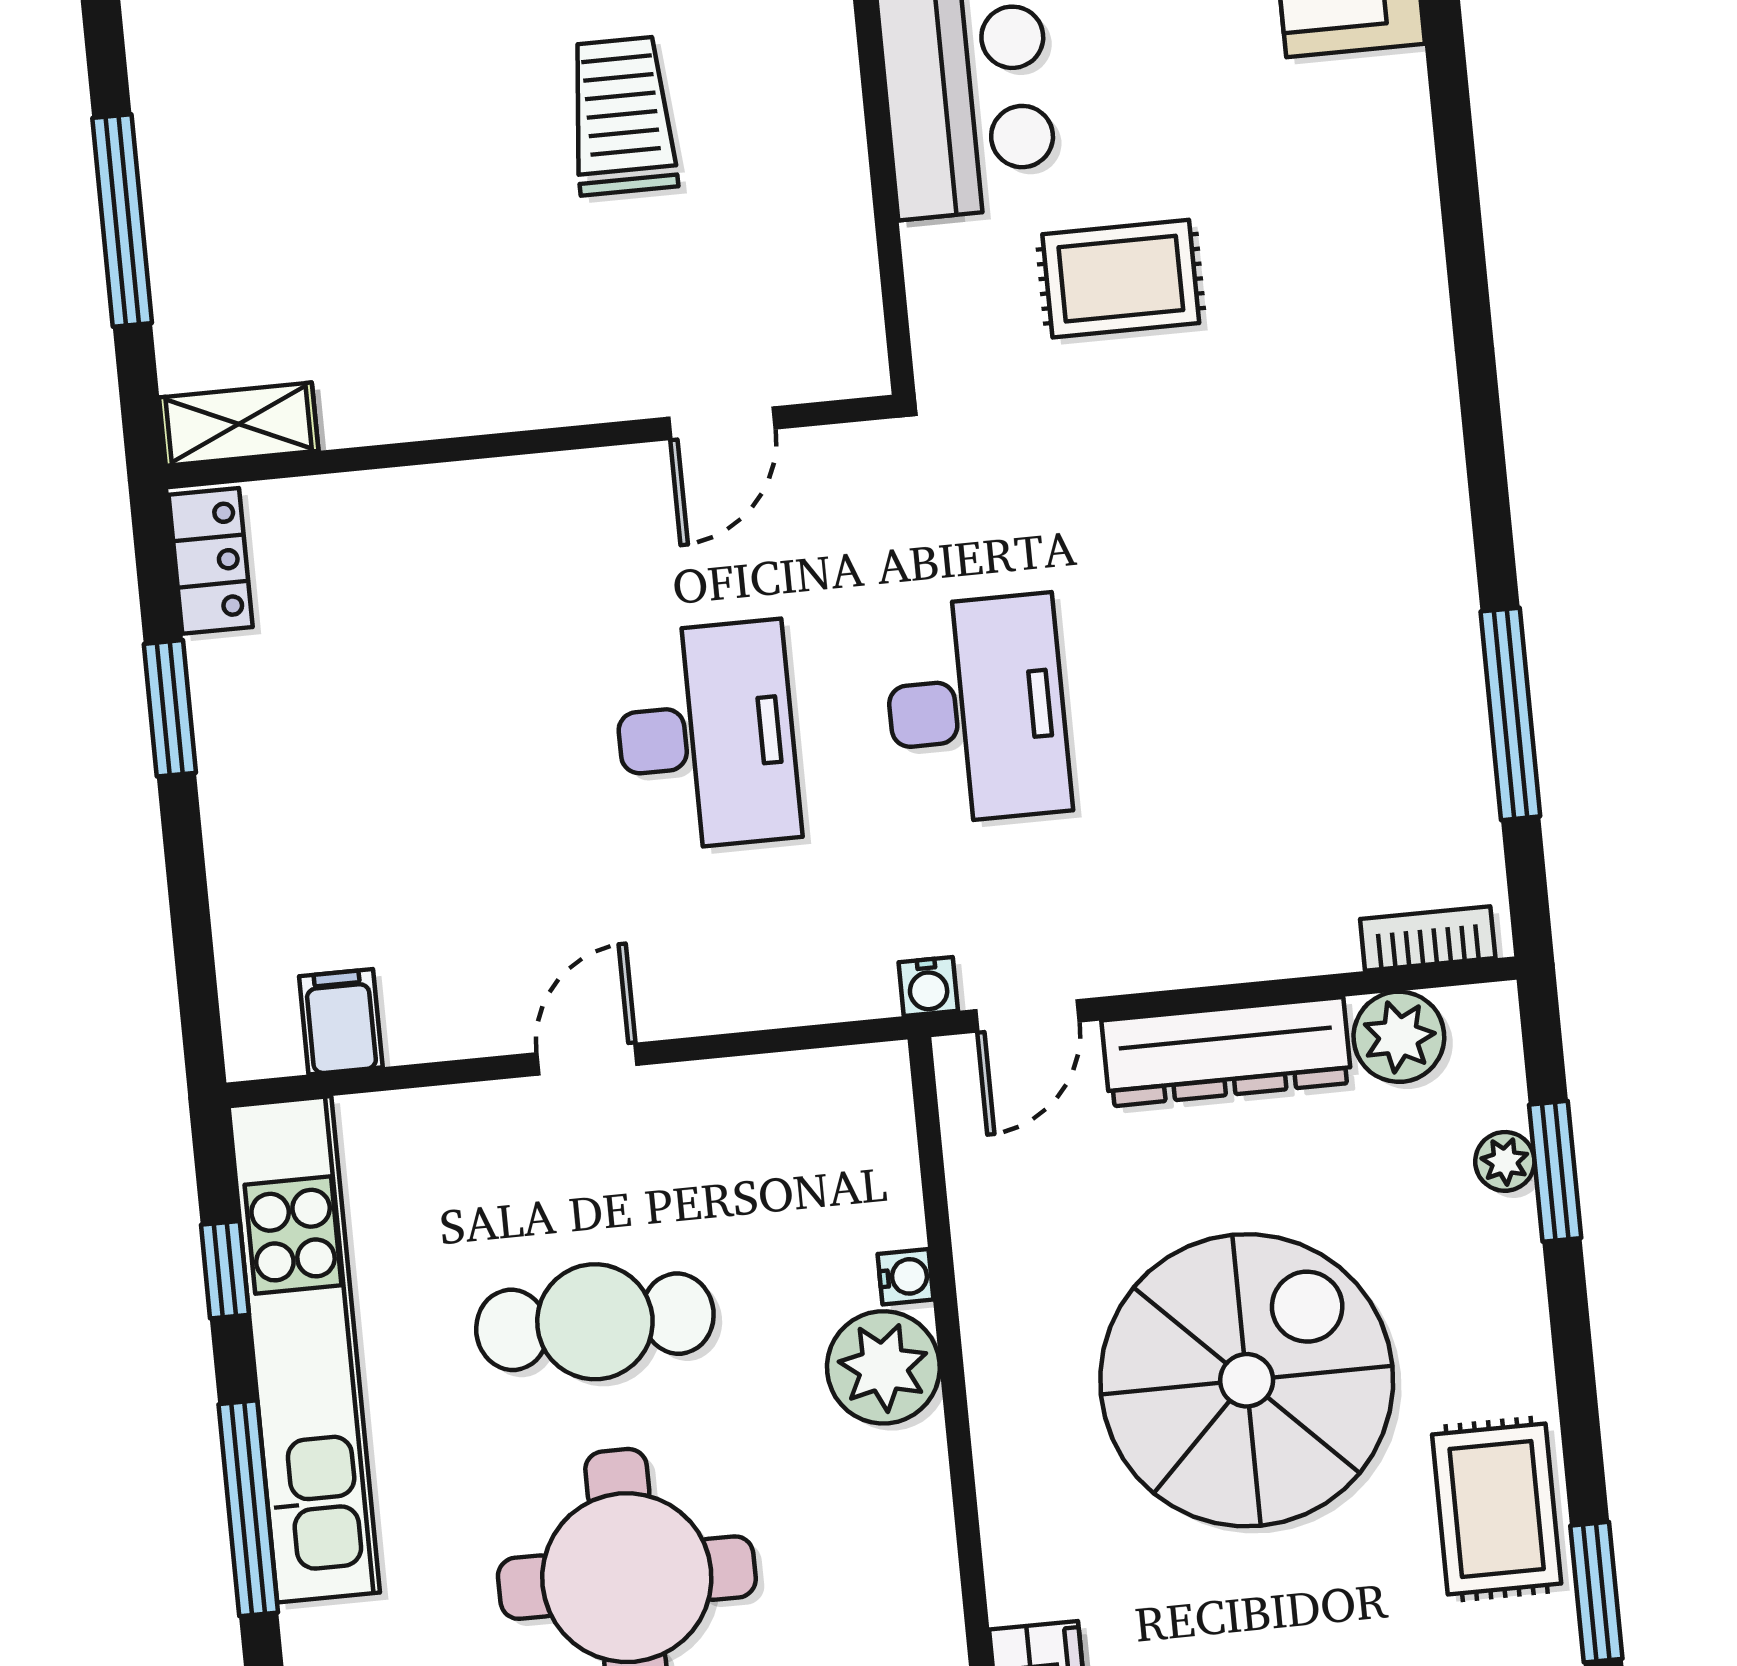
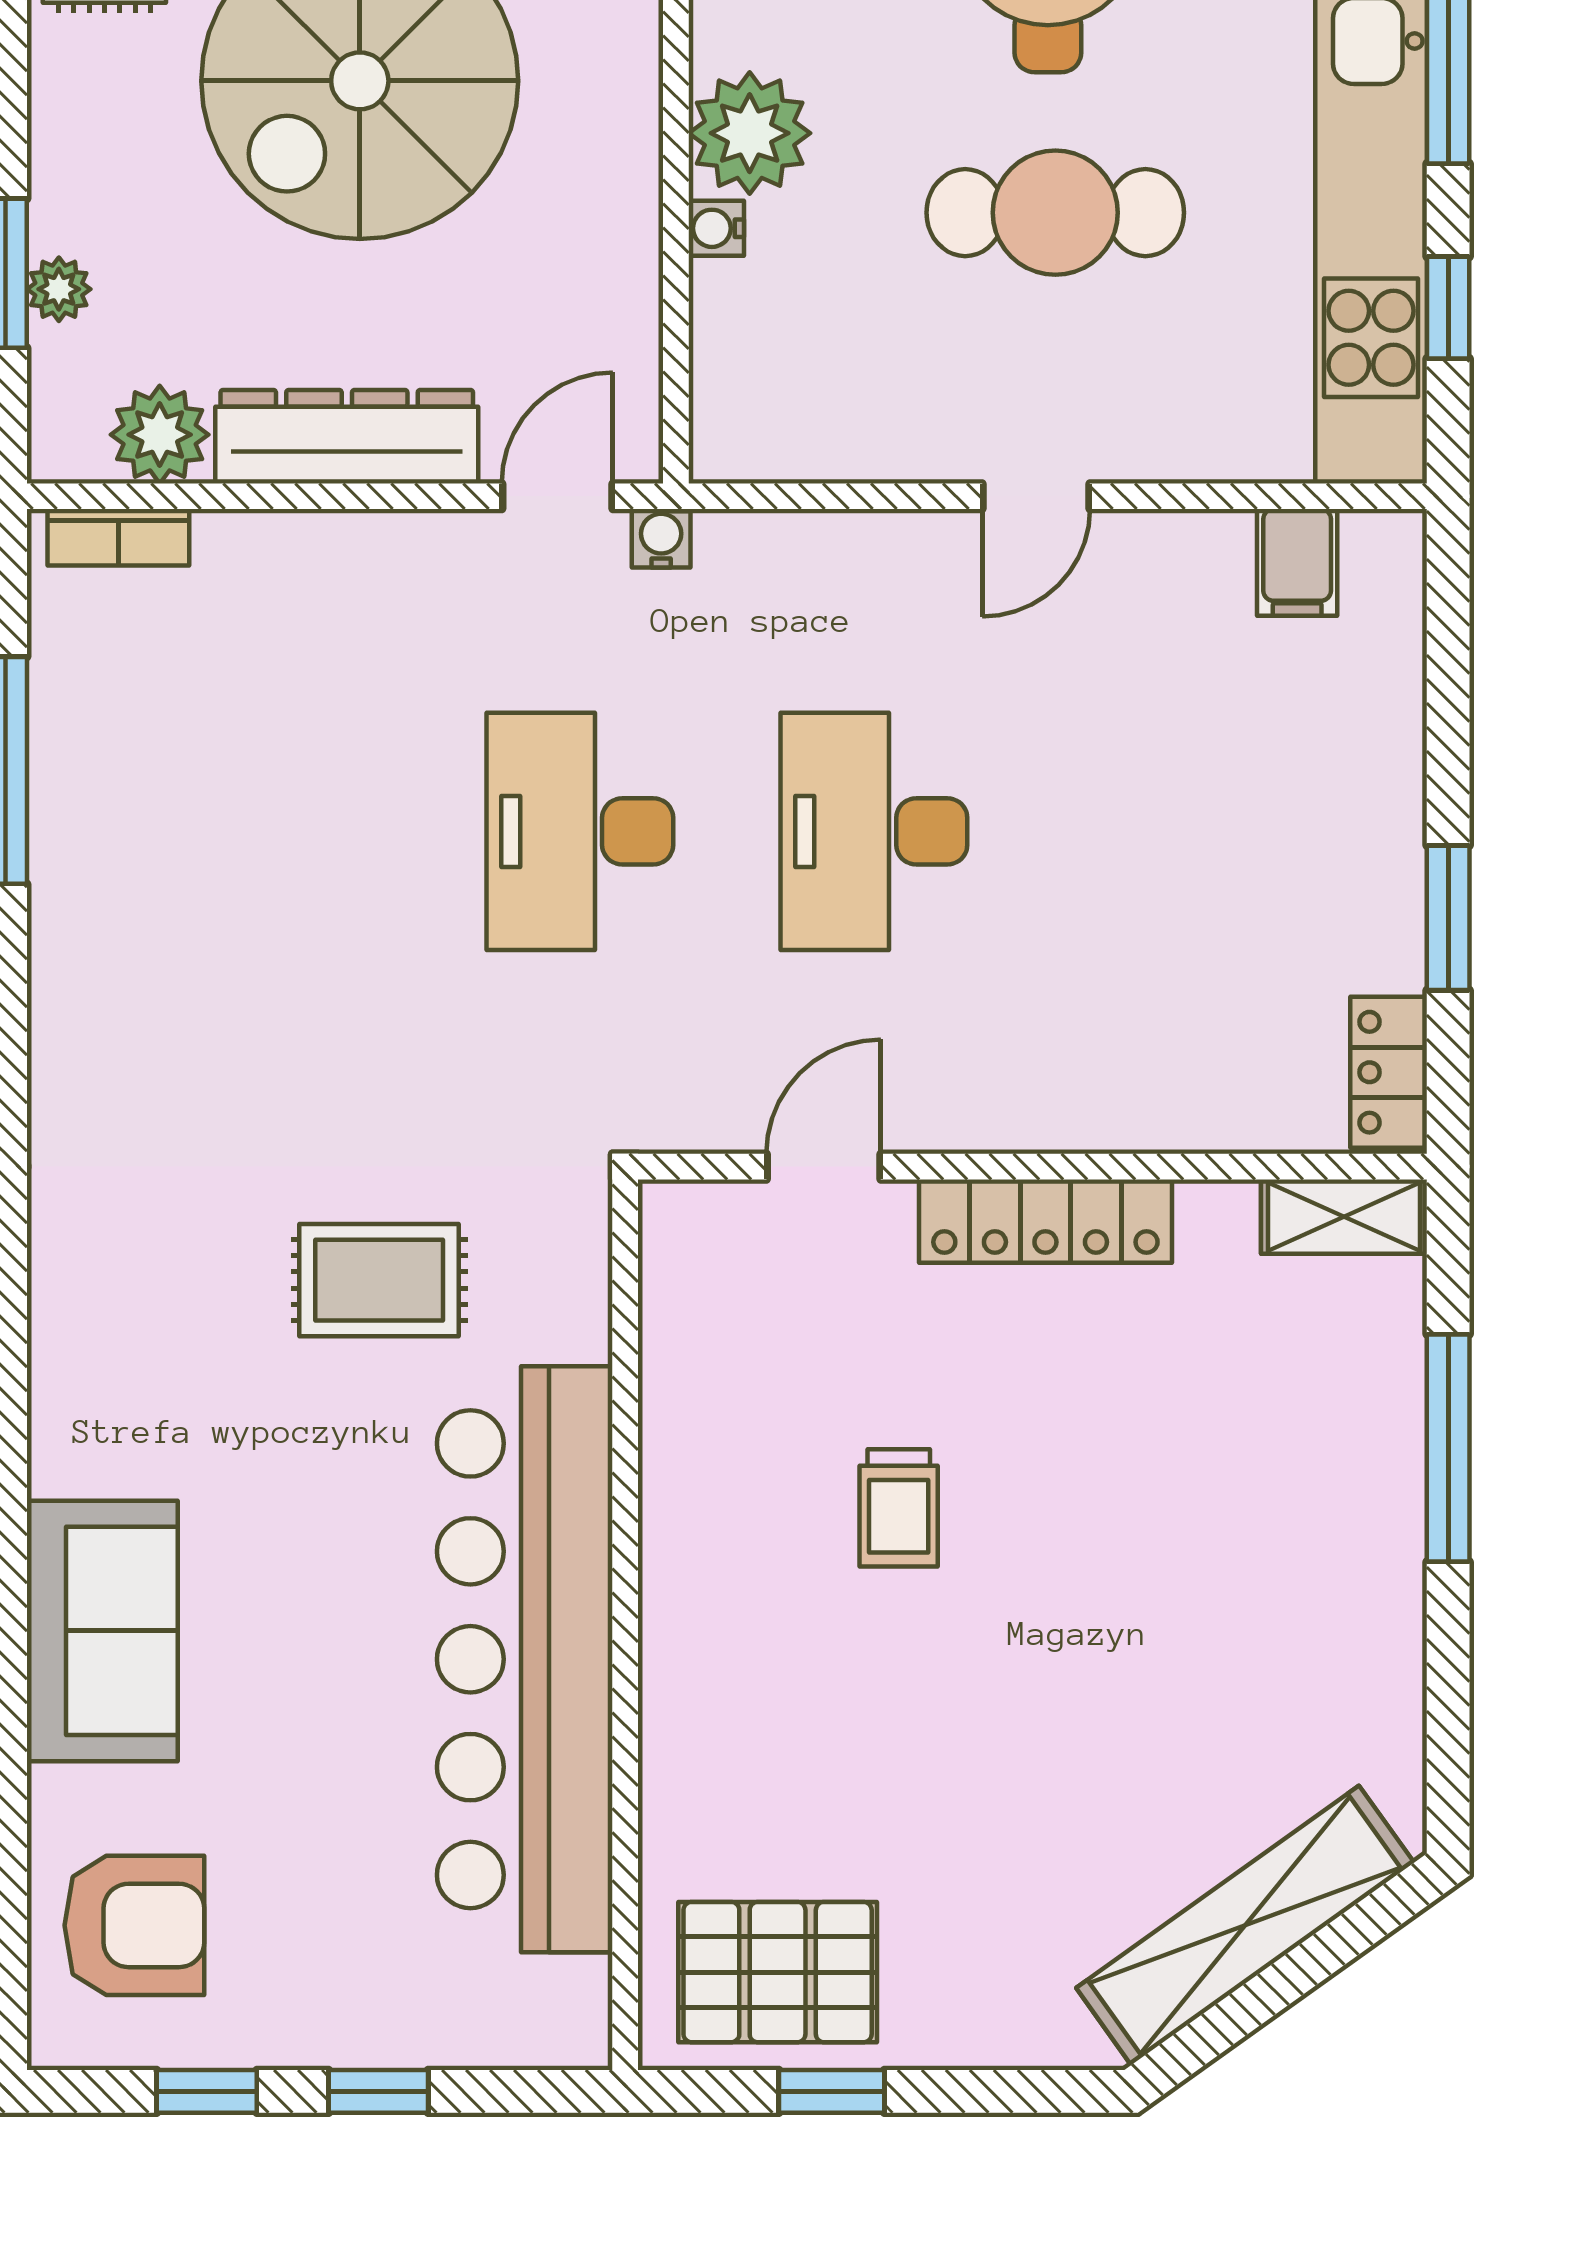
trolley: (622, 116) -> (899, 1508), width x0.73, depth x0.72
locker: (513, 393) -> (1045, 1221), added

